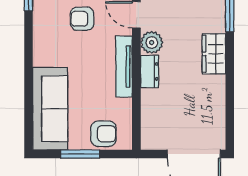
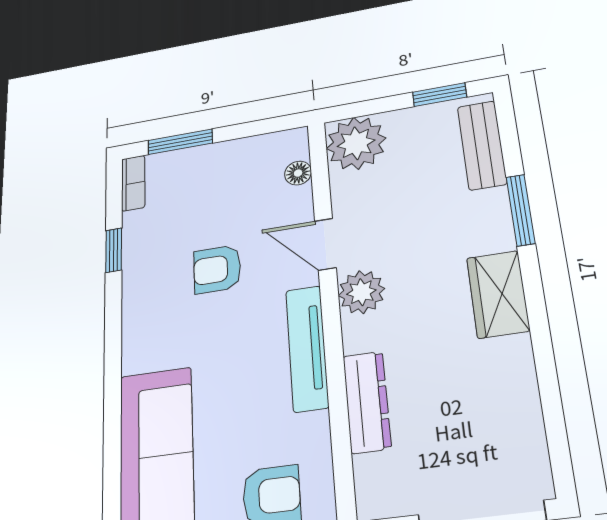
dresser: (150, 71) -> (367, 402), moved, width x1.44

